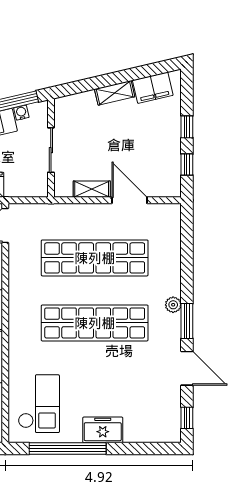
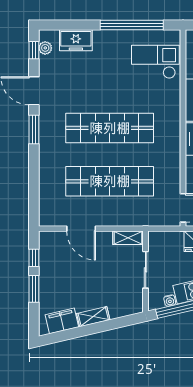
window: (187, 127) -> (34, 289), width x1.50
shelving: (92, 189) -> (128, 238), moved
plant: (173, 305) -> (45, 48), moved
checkout: (39, 404) -> (155, 62), turned 90
freezer: (103, 430) -> (76, 40), moved

